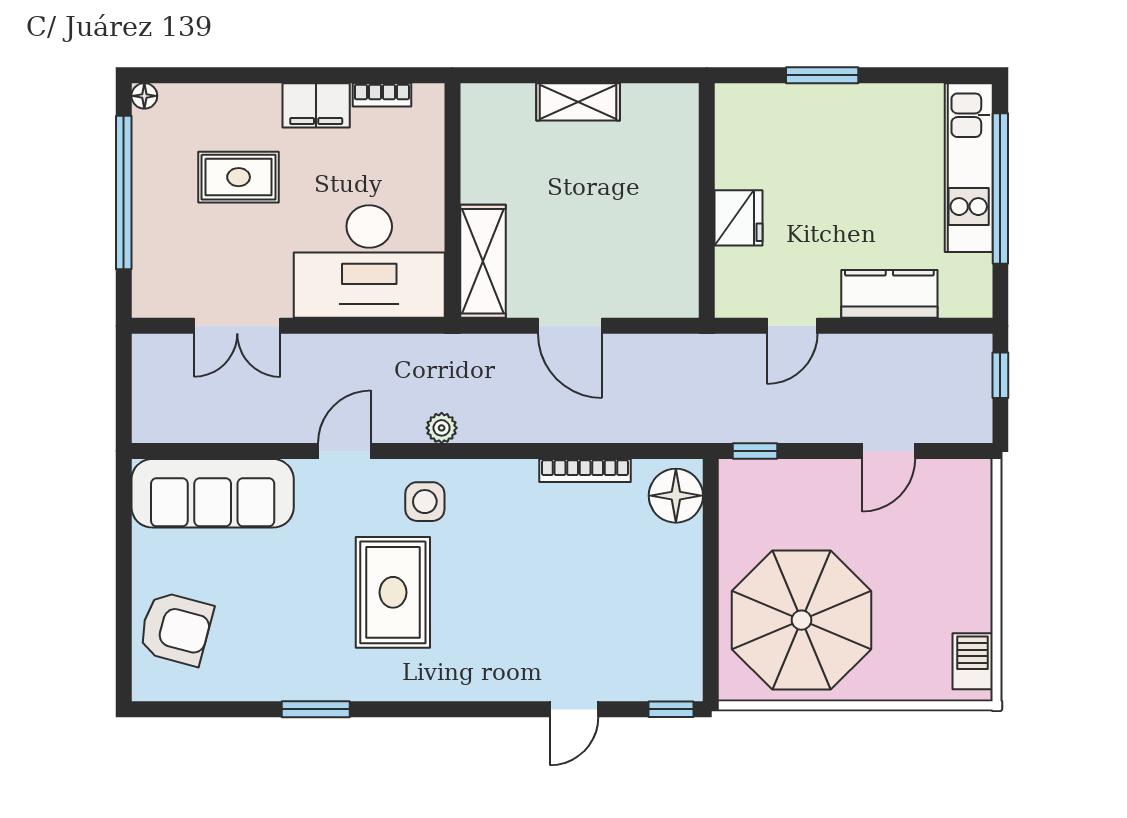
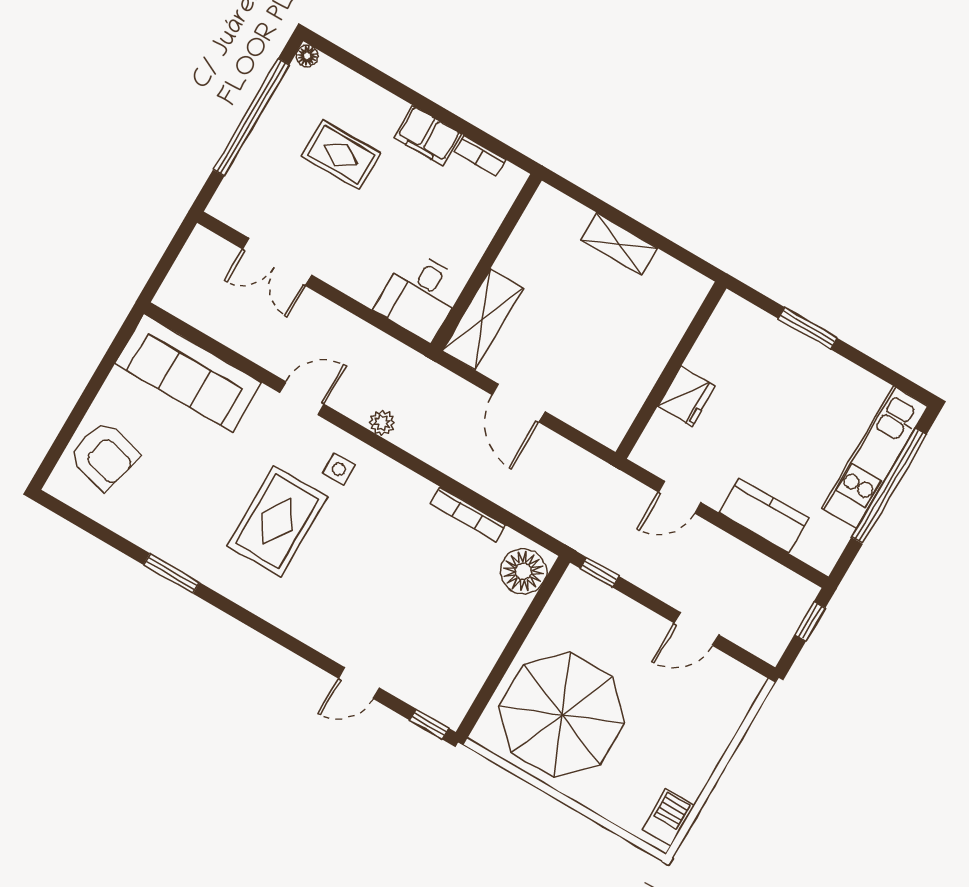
desk: (369, 261) -> (420, 296), width x0.53, depth x0.77
side table: (425, 502) -> (339, 469), width x0.73, depth x0.73

